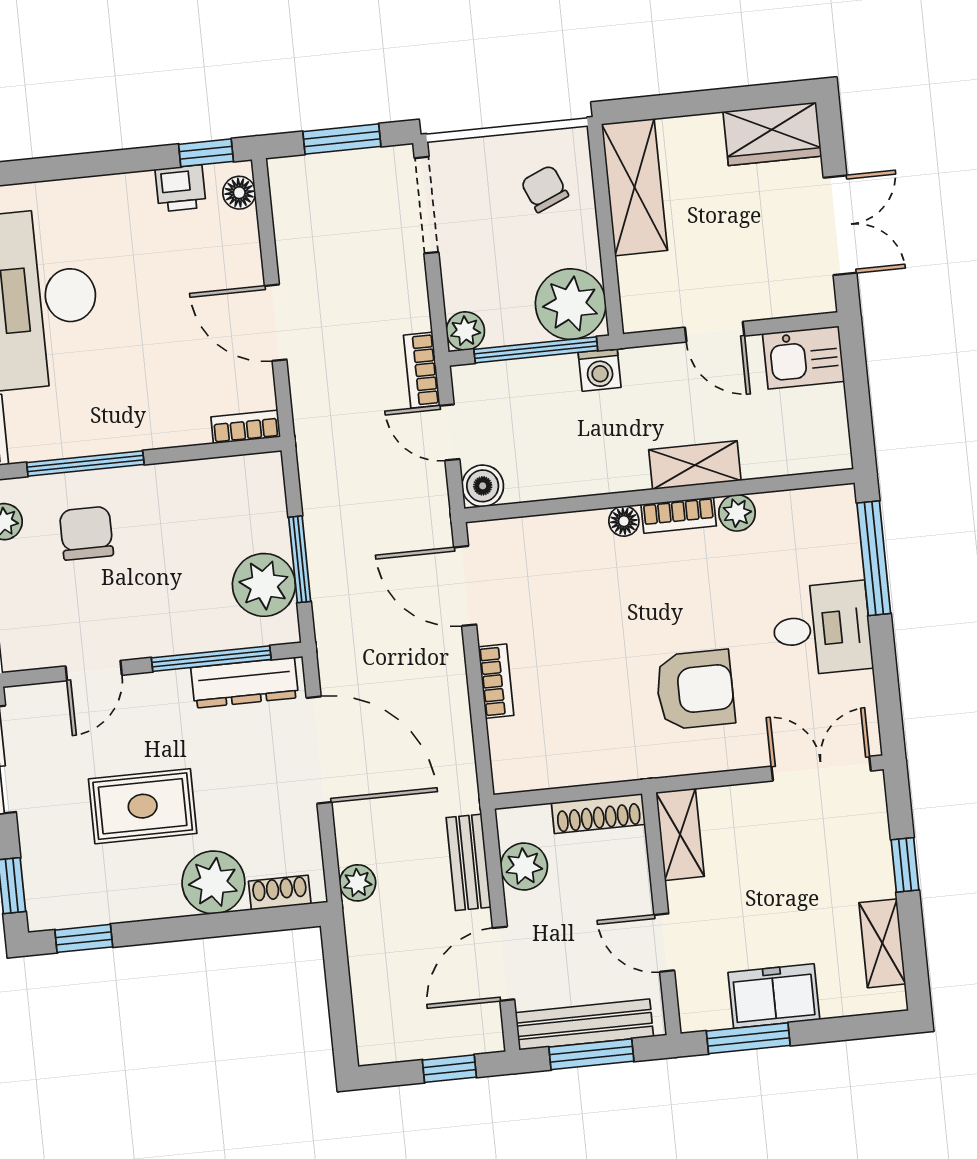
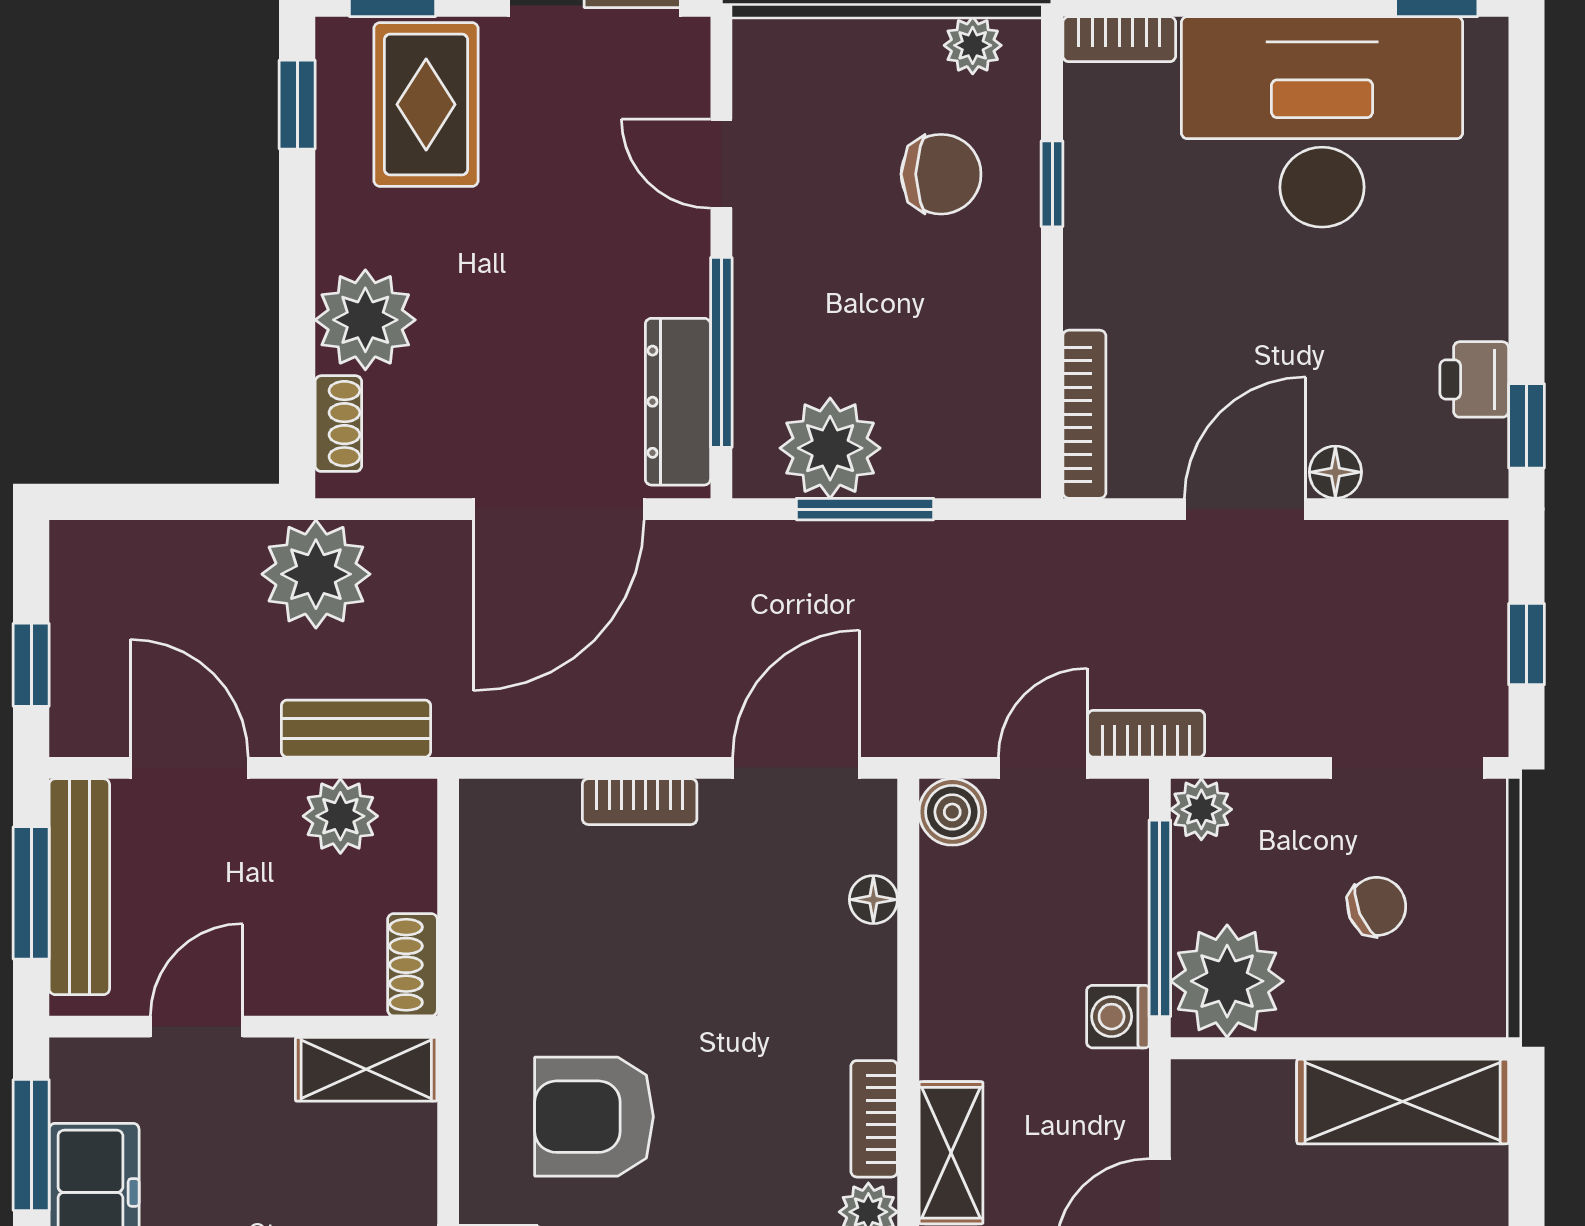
window: (342, 139) -> (1527, 644), width x0.67
chair: (545, 189) -> (1377, 906), moved
floor lamp: (239, 193) -> (1335, 472), moved
bookcase: (246, 427) -> (1084, 414), width x1.56
window: (85, 463) -> (1052, 184), width x0.46
floor lamp: (624, 521) -> (873, 900), moved
armchair: (695, 690) -> (594, 1117), turned 90
rug: (143, 806) -> (426, 104), moved
shoe rack: (598, 814) -> (412, 965), width x0.70
plant: (358, 883) -> (316, 574), width x1.88, depth x1.88

